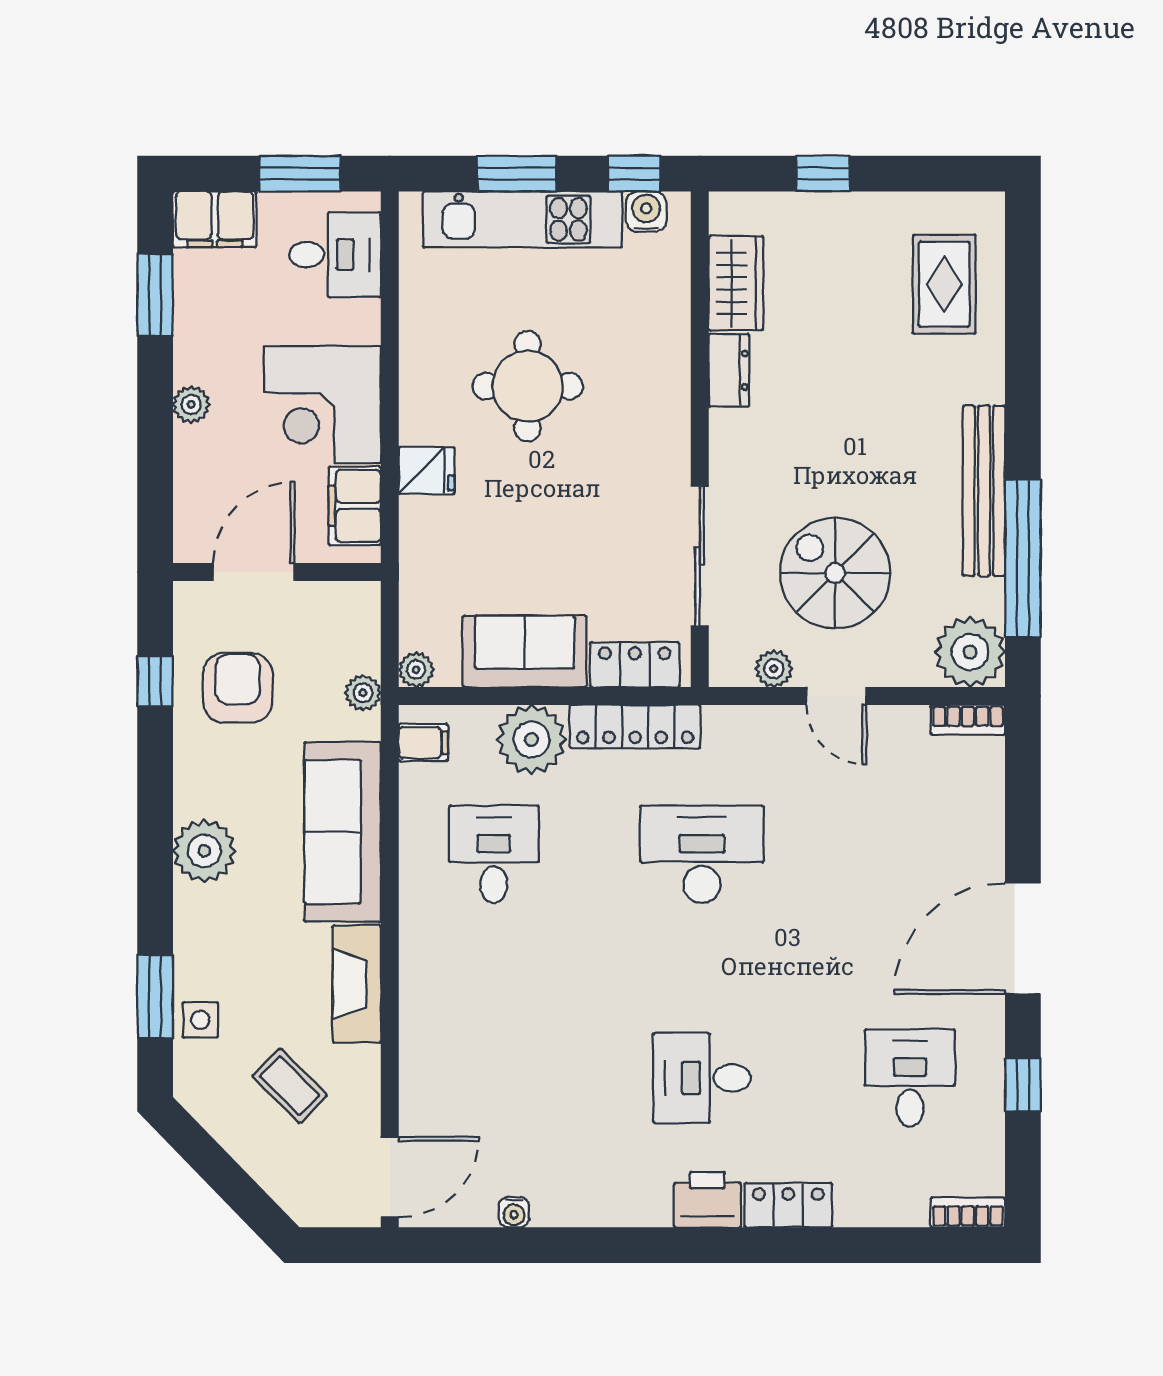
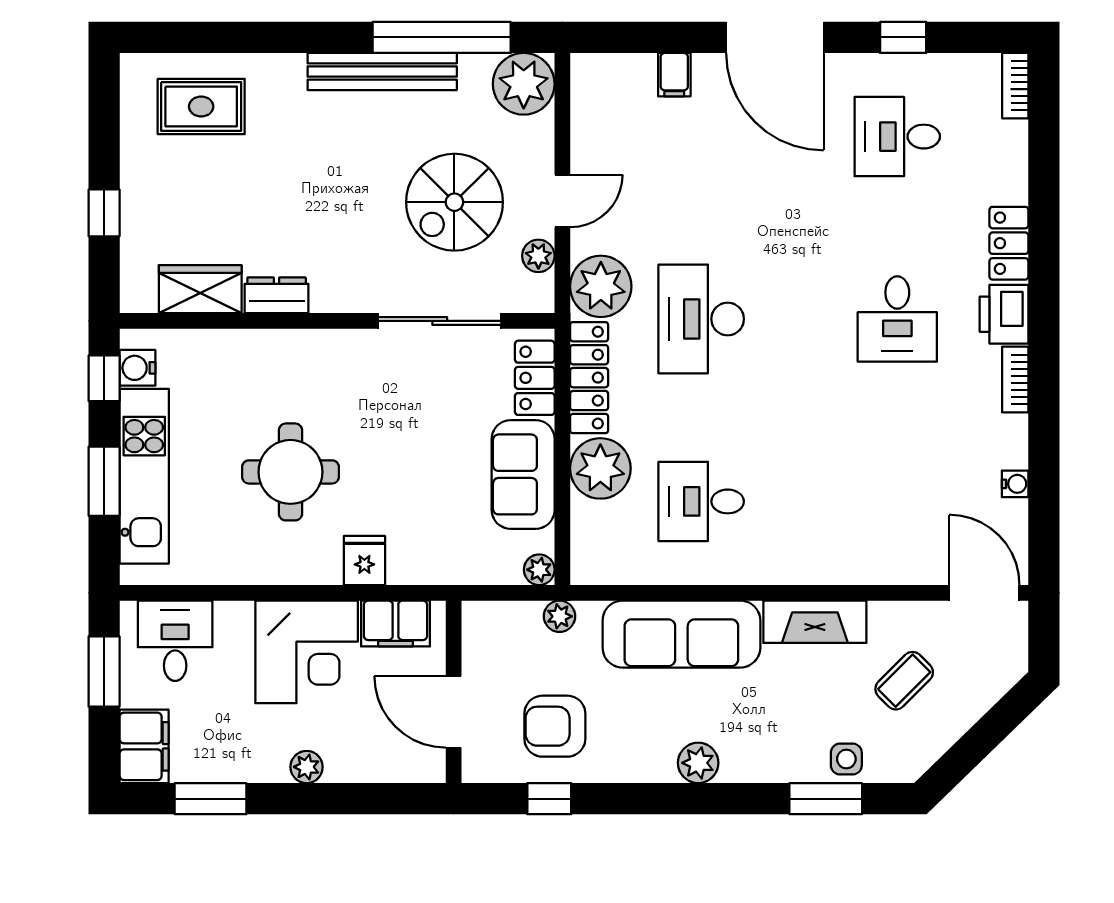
bookcase: (968, 720) -> (1015, 380), moved, turned 180
plant: (739, 740) -> (601, 286), added
filing cabinet: (423, 743) -> (674, 75), moved, turned 180
plant: (204, 851) -> (698, 763), width x0.73, depth x0.73

